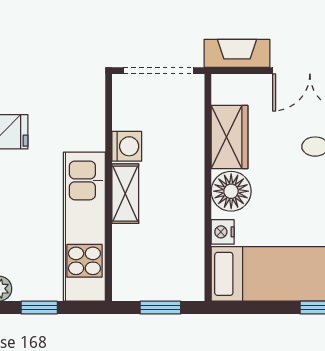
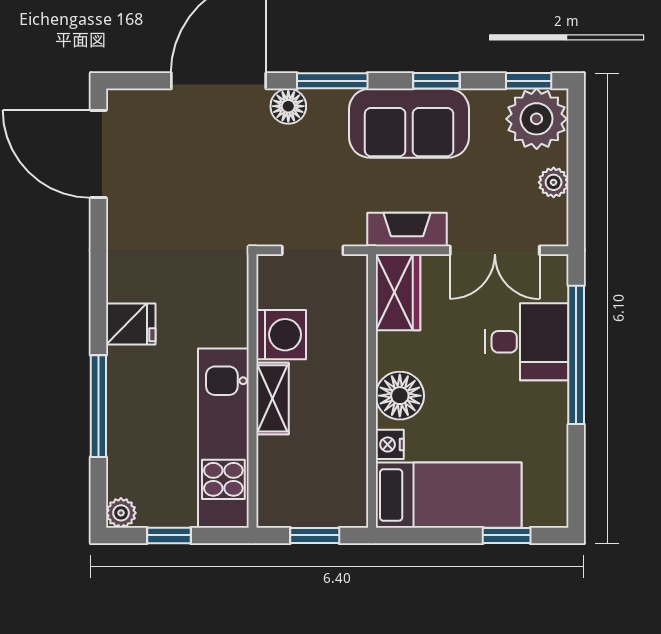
doorway: (159, 71) -> (313, 250), width x0.73
wardrobe: (229, 137) -> (398, 292), moved
washing machine: (127, 146) -> (281, 335), width x1.38, depth x1.38

